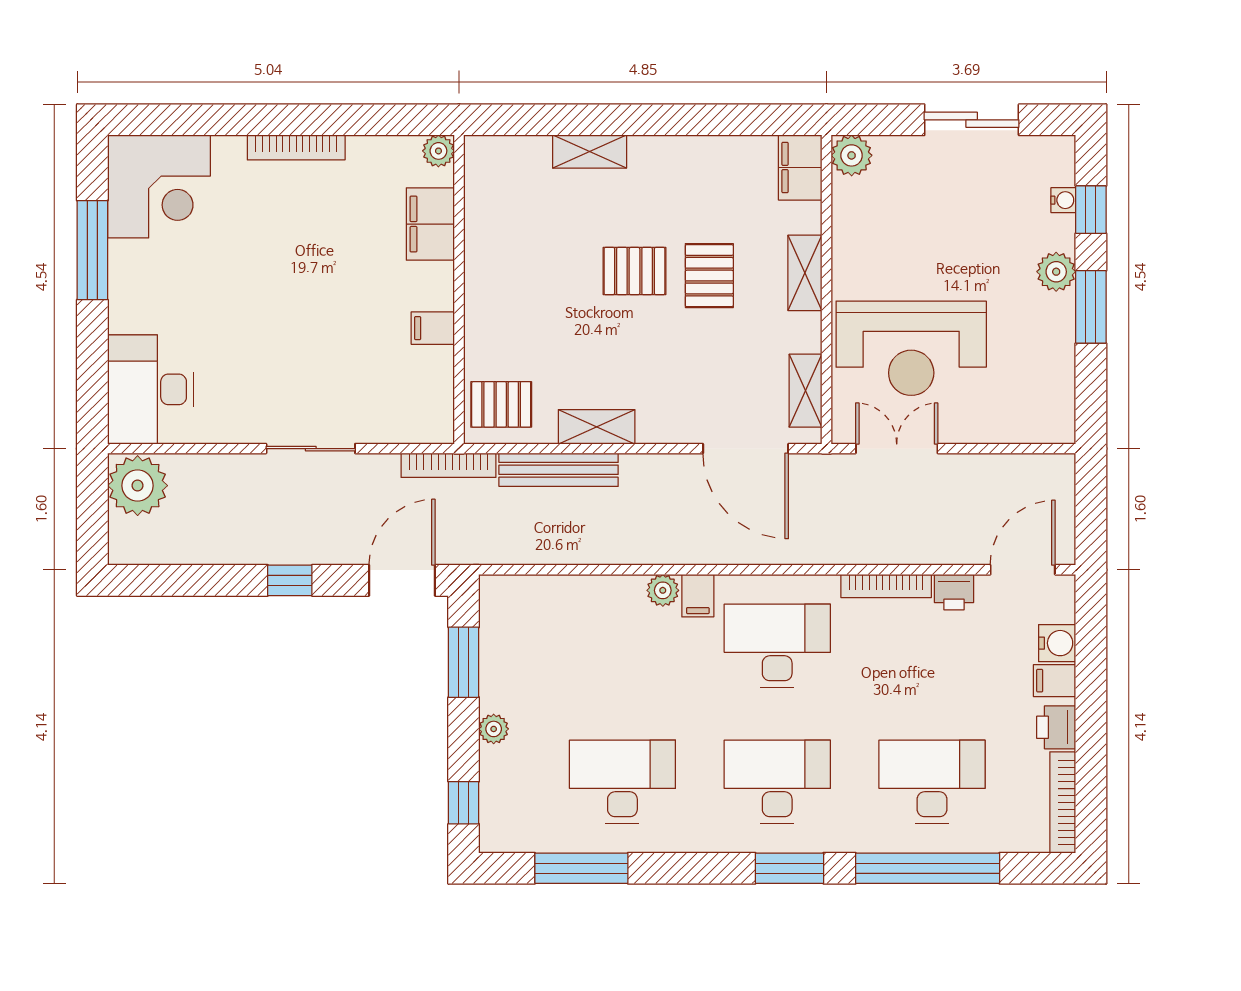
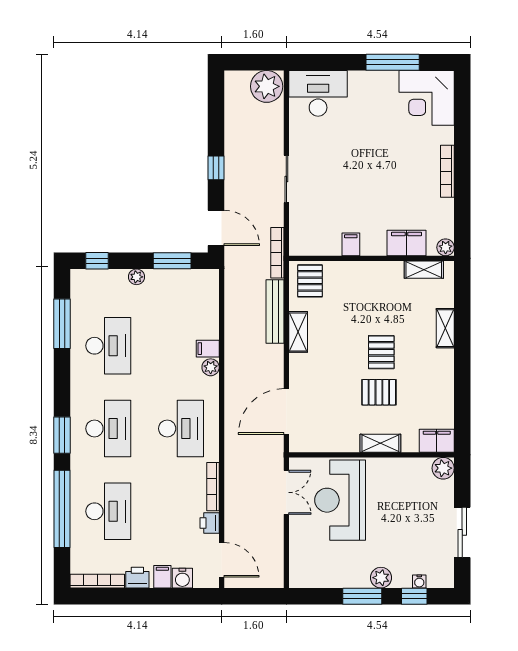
shelving: (806, 391) -> (424, 270), moved
filing cabinet: (698, 596) -> (208, 349), moved

